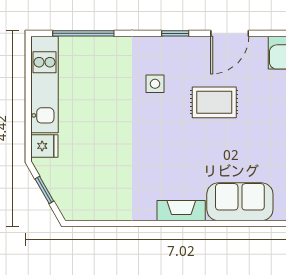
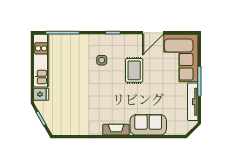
door: (230, 33) -> (153, 33), moved
rug: (214, 102) -> (134, 70), turned 90

